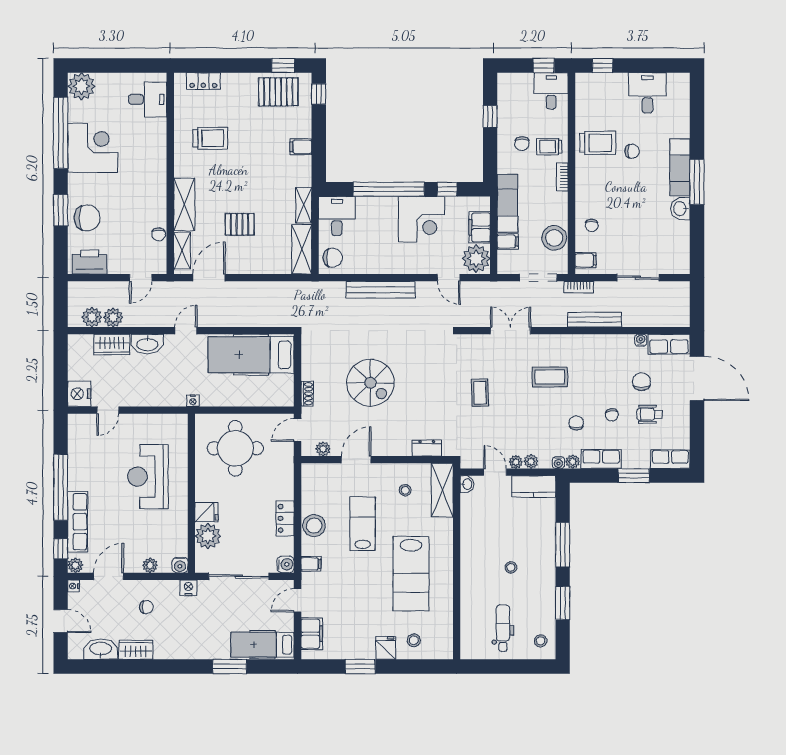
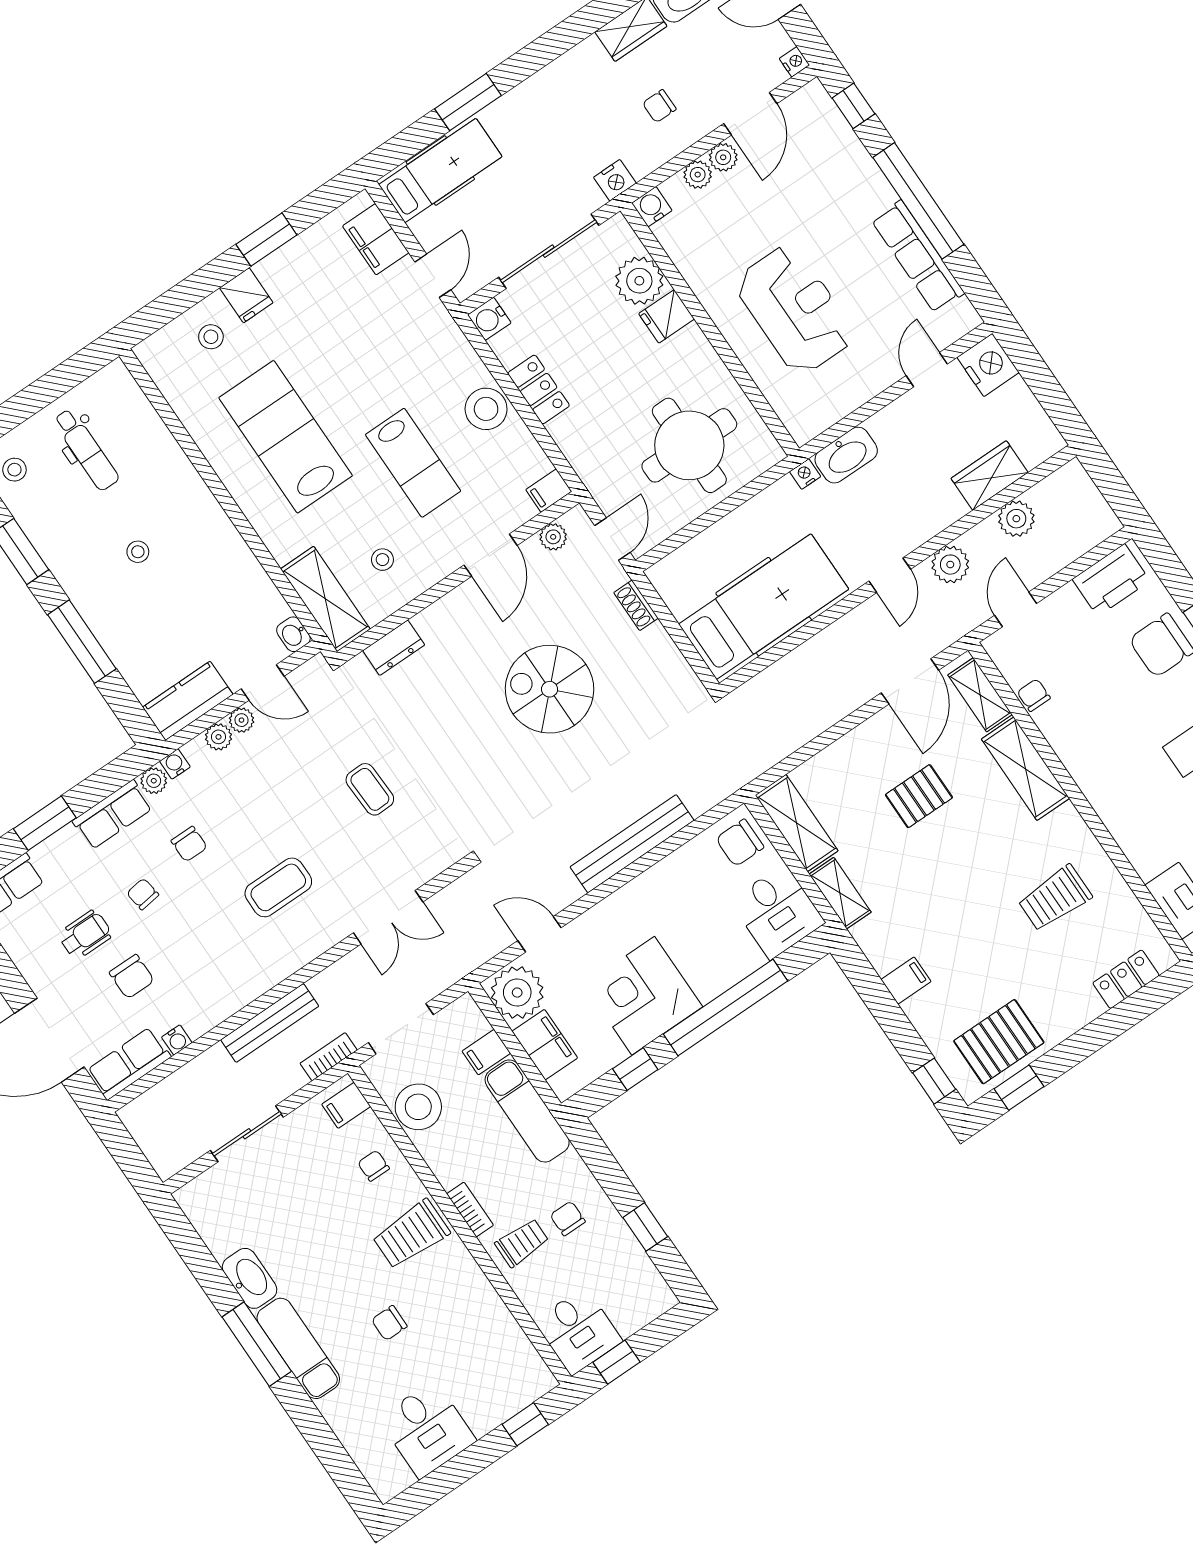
trolley: (598, 143) -> (411, 1234), moved
washbasin: (680, 209) -> (250, 1278), width x1.38
plant: (92, 317) -> (950, 565), moved
washbasin: (147, 344) -> (846, 455), moved, turned 180
row of seats: (78, 522) -> (918, 257), moved
filing cabinet: (311, 564) -> (549, 491), moved
plant: (75, 565) -> (723, 157), moved

